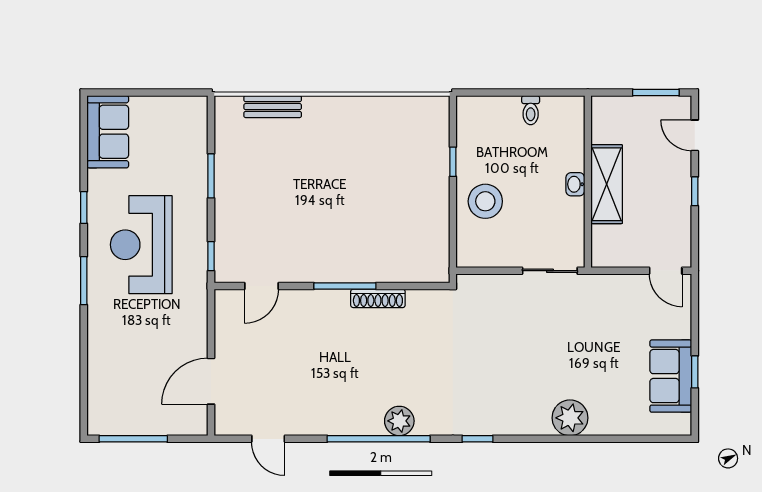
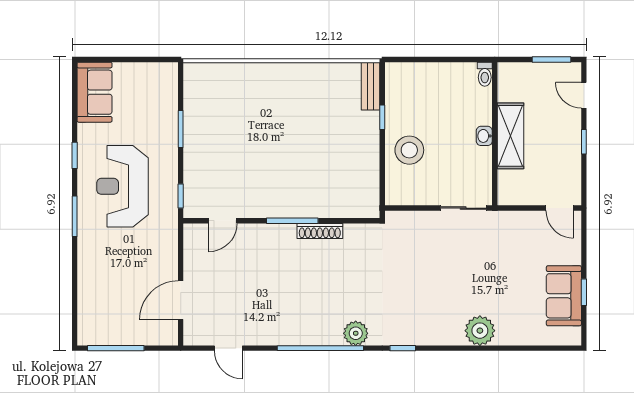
bench: (273, 107) -> (371, 86), moved, turned 90
toilet: (531, 110) -> (485, 74), moved
plant: (399, 421) -> (356, 333), moved

